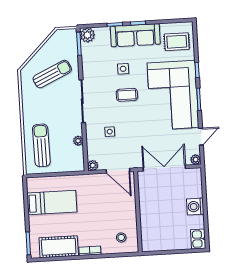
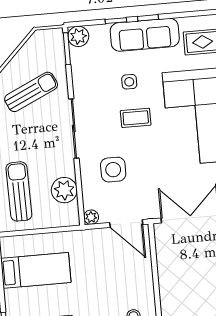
side table: (110, 132) -> (113, 170), width x1.87, depth x1.87
plant: (78, 141) -> (64, 190), width x1.88, depth x1.88

